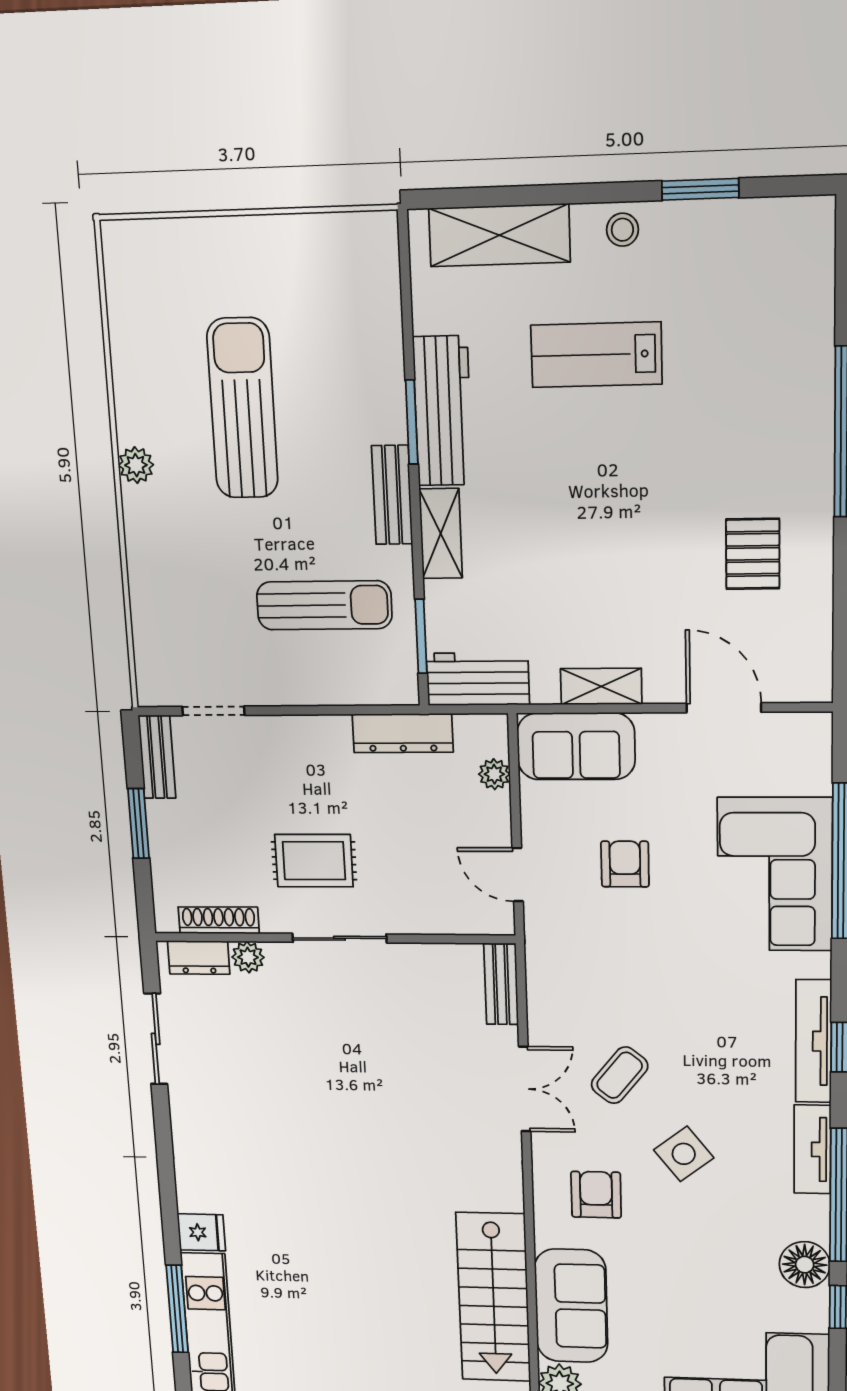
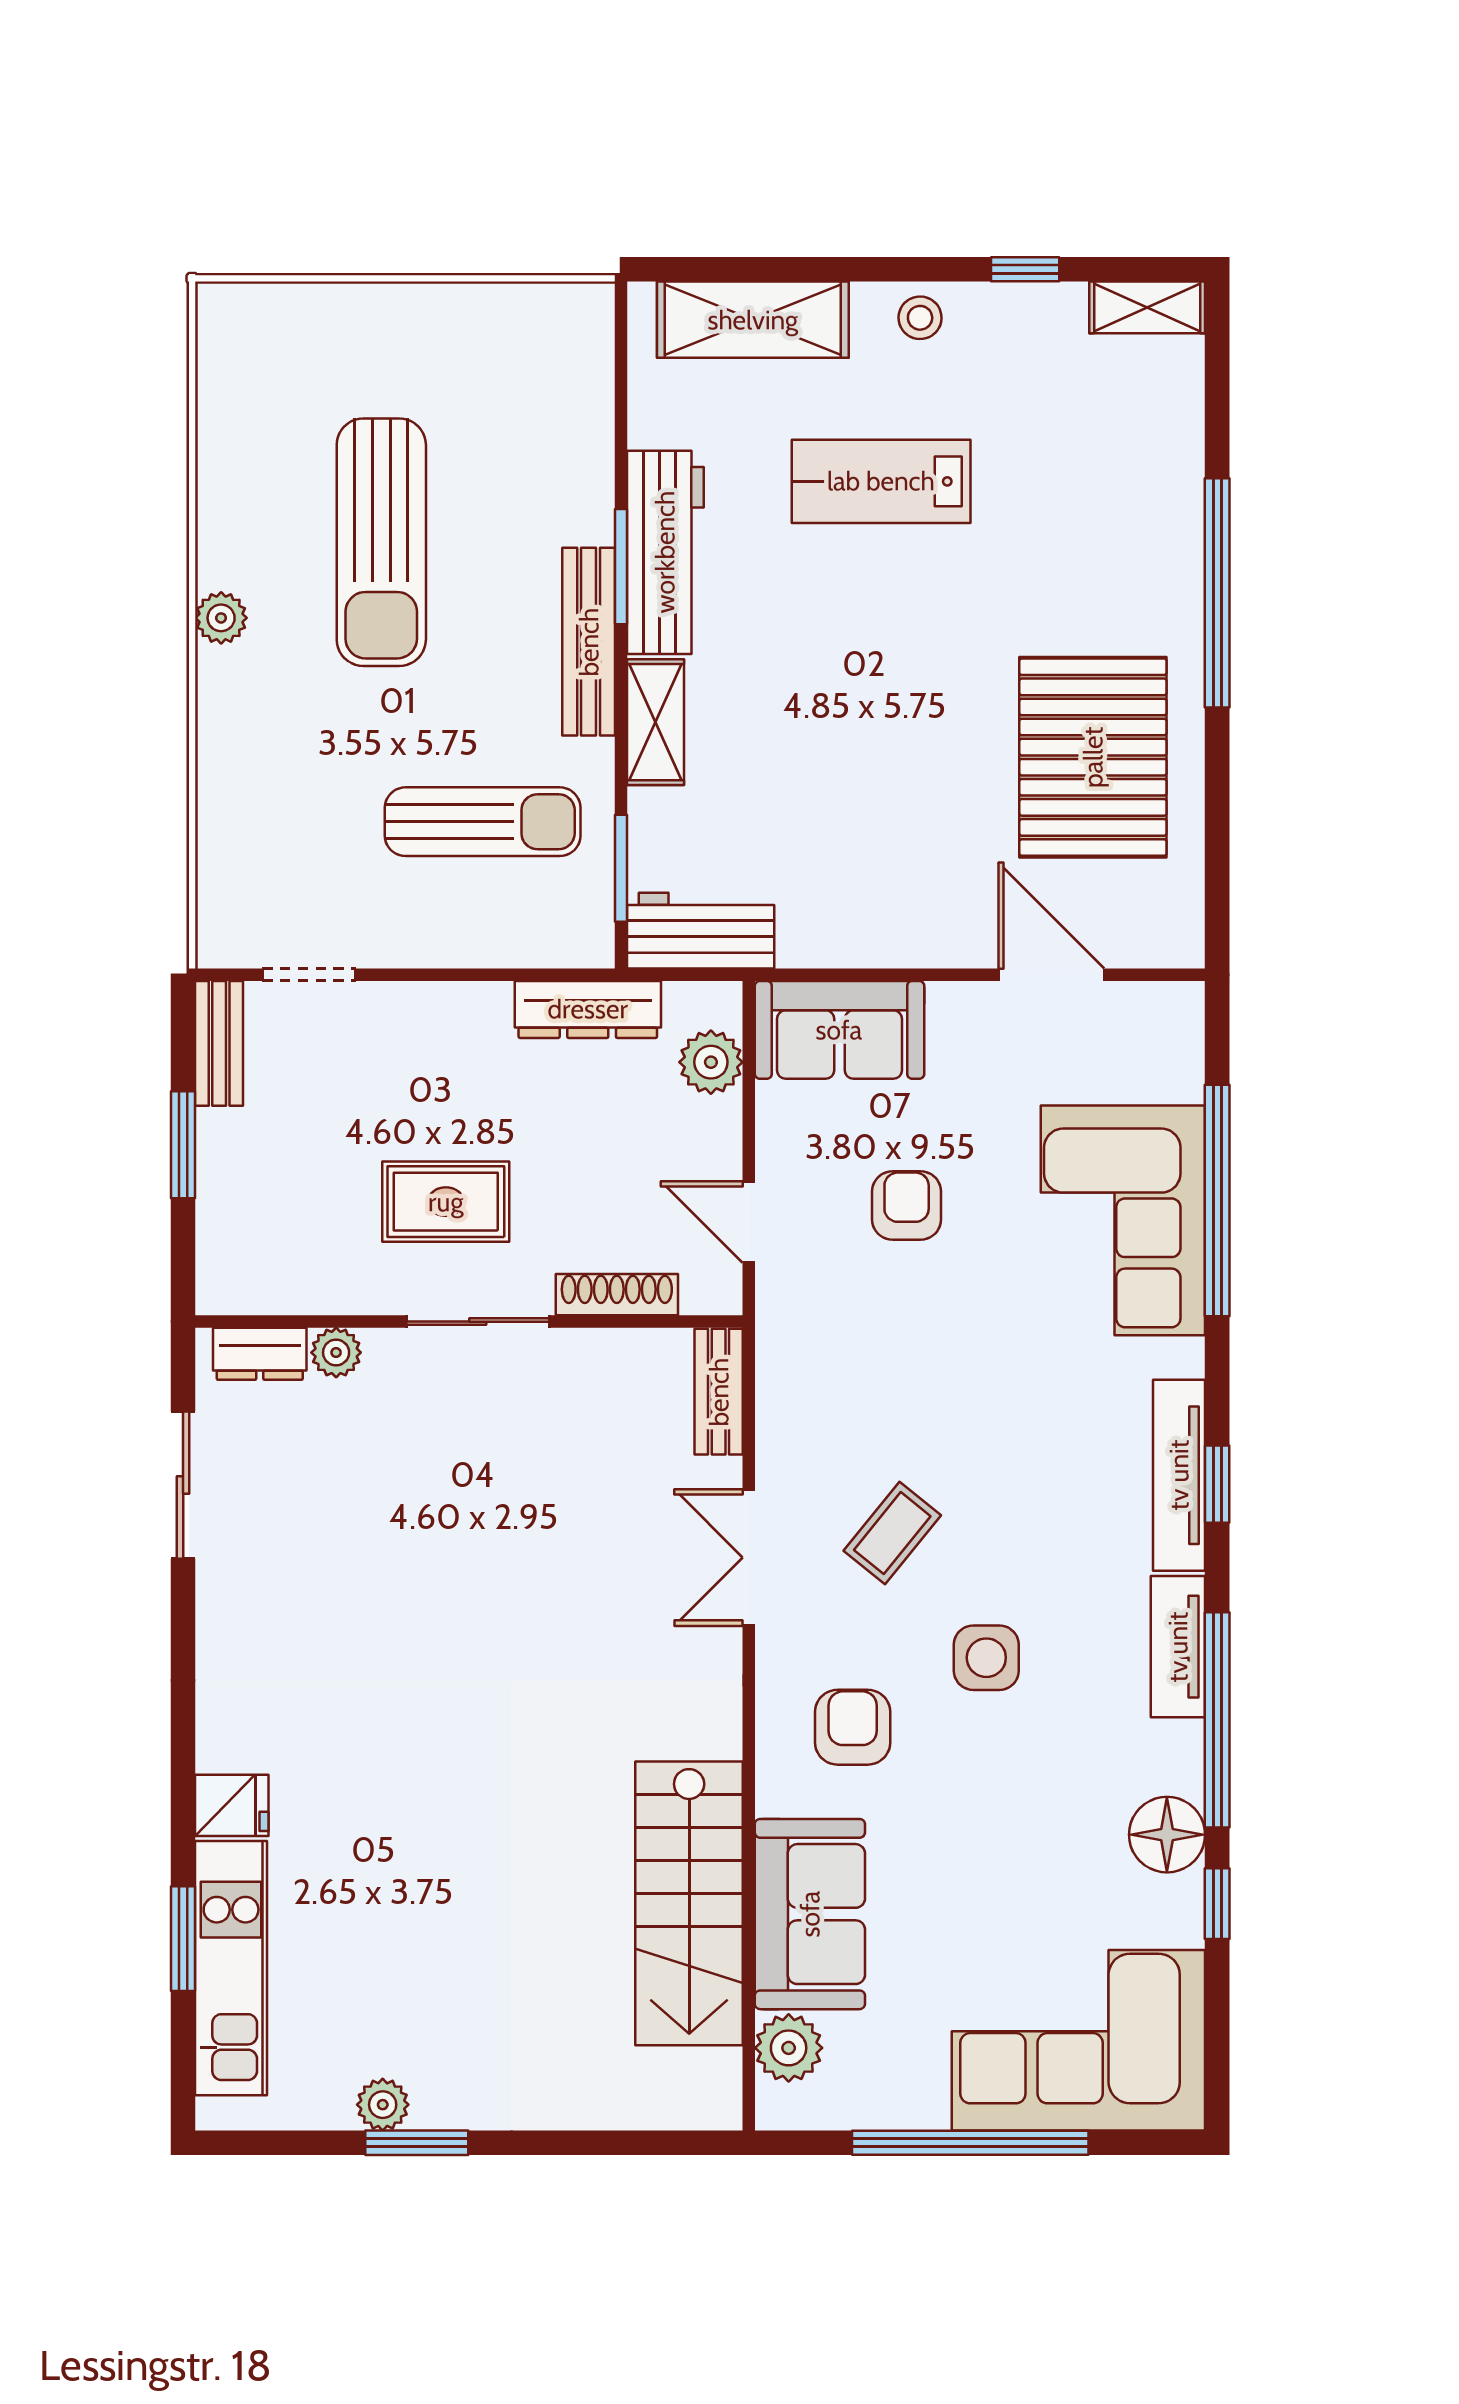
window: (700, 189) -> (1025, 269), width x0.67
sun lounger: (243, 408) -> (381, 542), turned 180
bench: (392, 495) -> (589, 642), width x1.36
pallet: (753, 554) -> (1093, 757), width x2.05, depth x2.00
shelving: (601, 686) -> (1147, 307), moved
plant: (494, 774) -> (711, 1062), width x1.38, depth x1.38
shoe rack: (219, 920) -> (617, 1295), moved
double door: (525, 1089) -> (749, 1558), swing flipped
side table: (684, 1154) -> (986, 1658), turned 38
window: (177, 1309) -> (183, 1939), width x0.69

